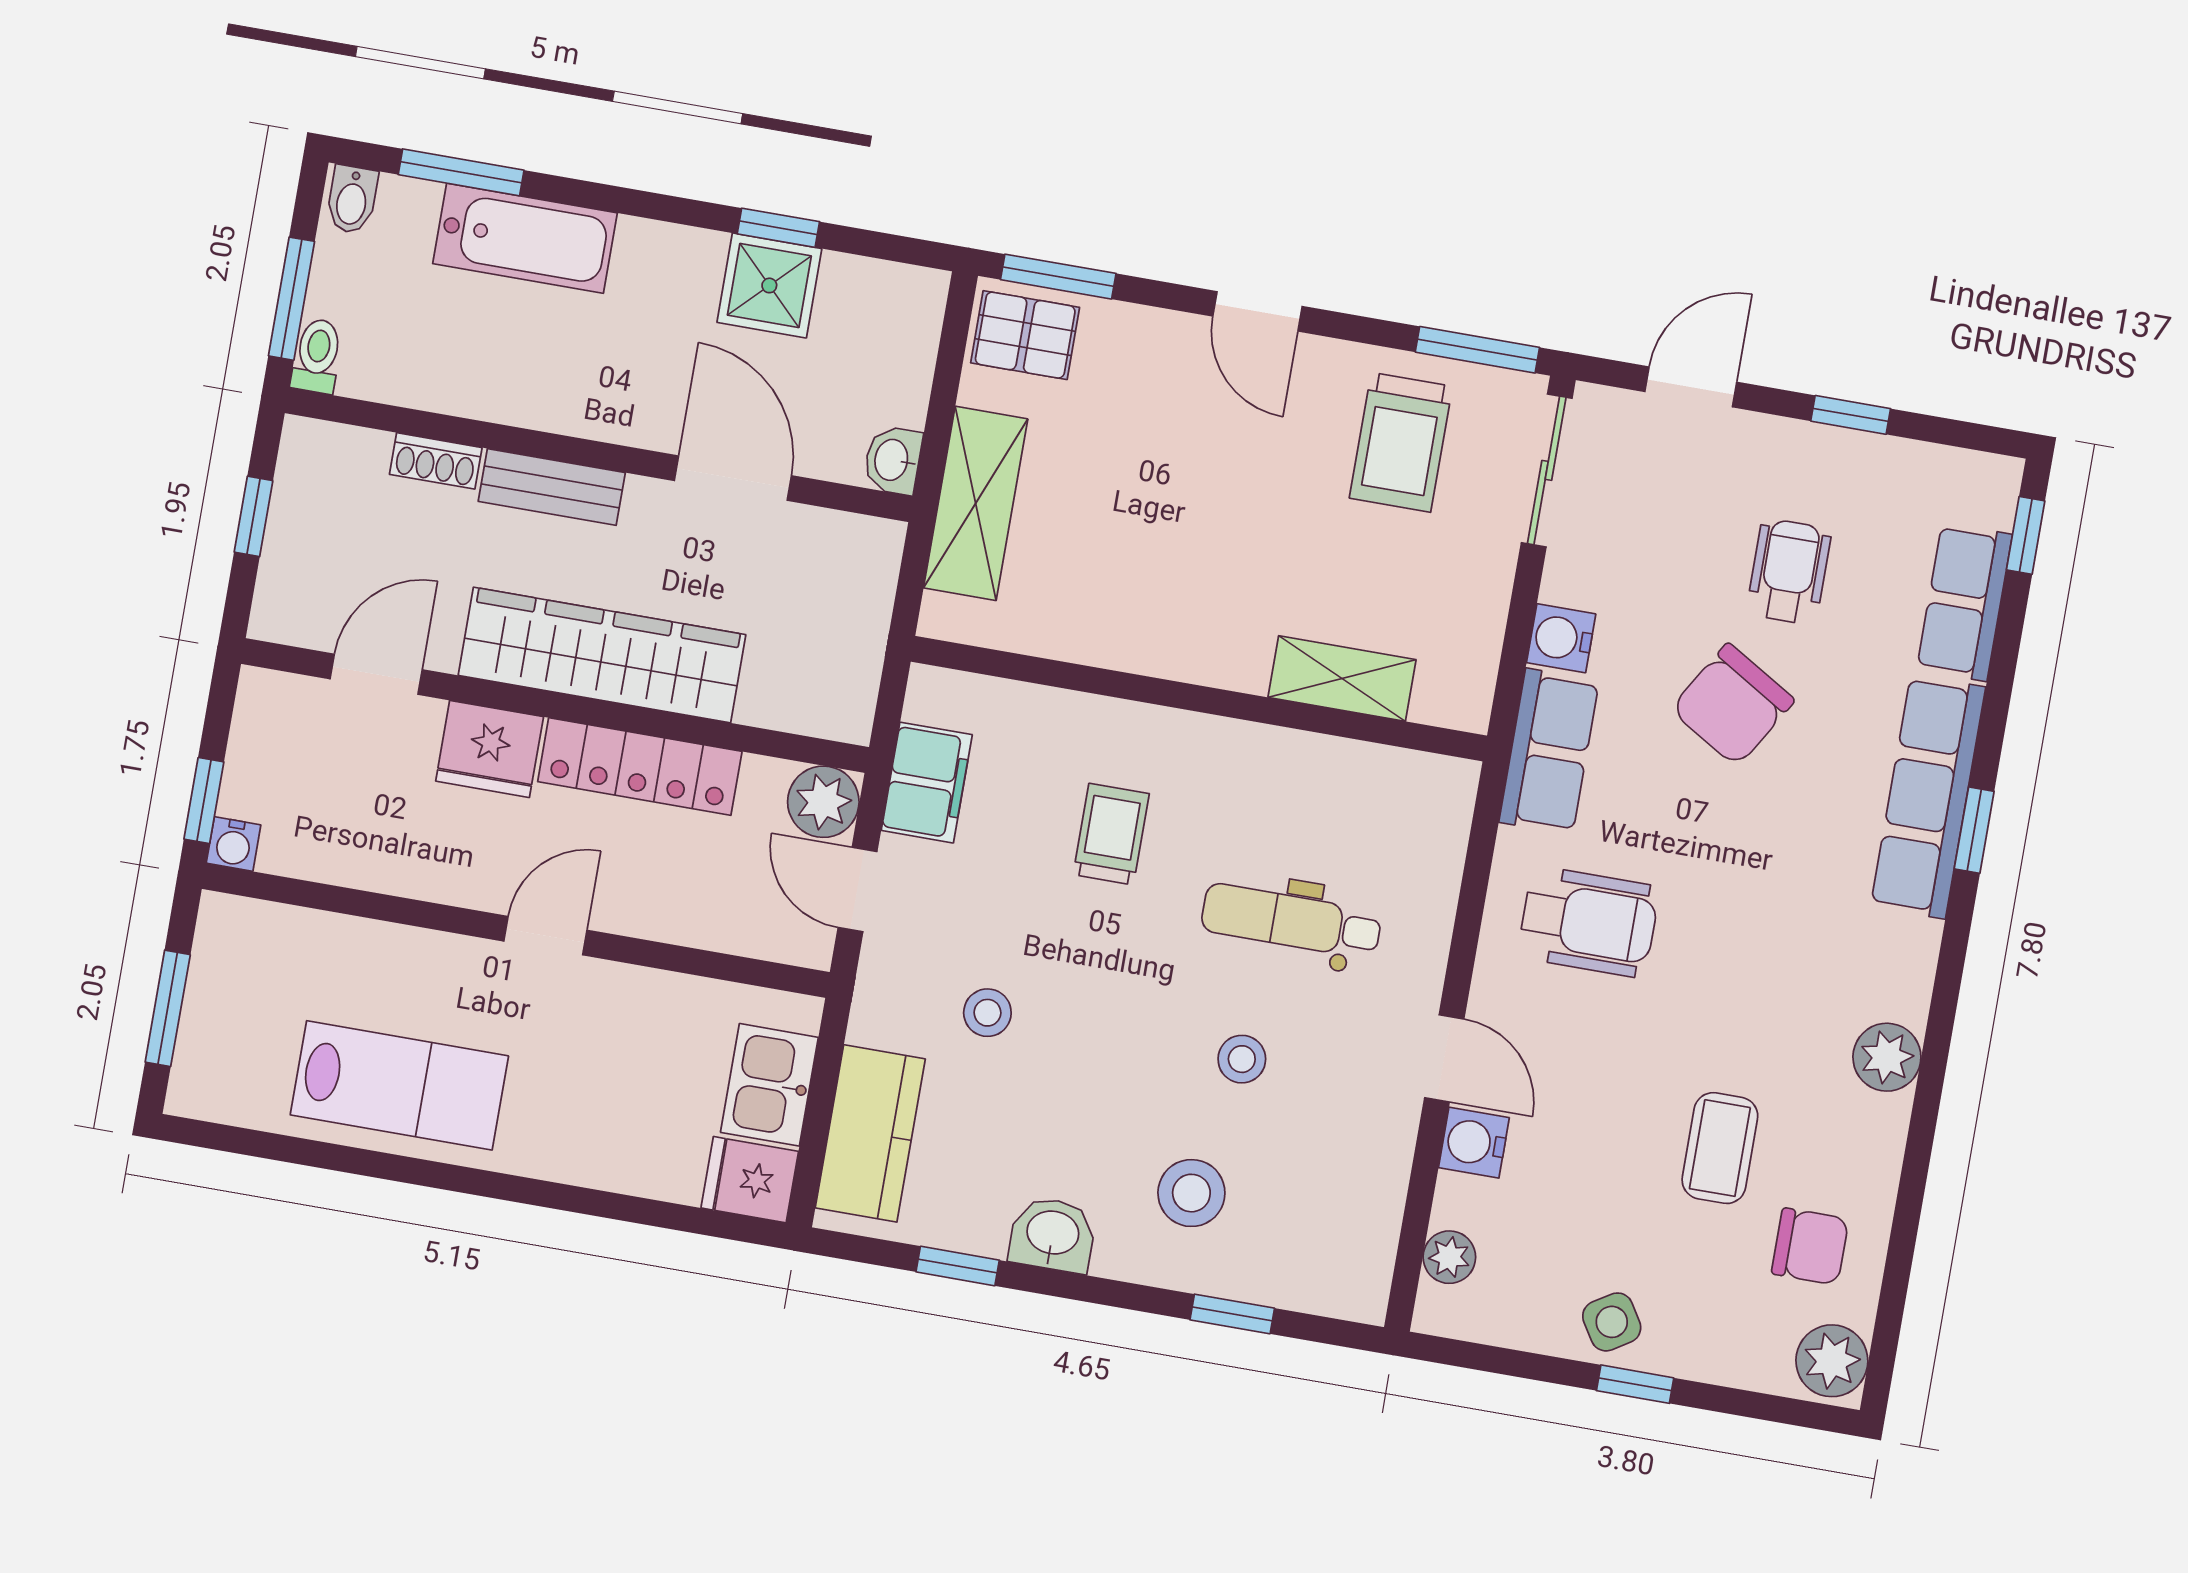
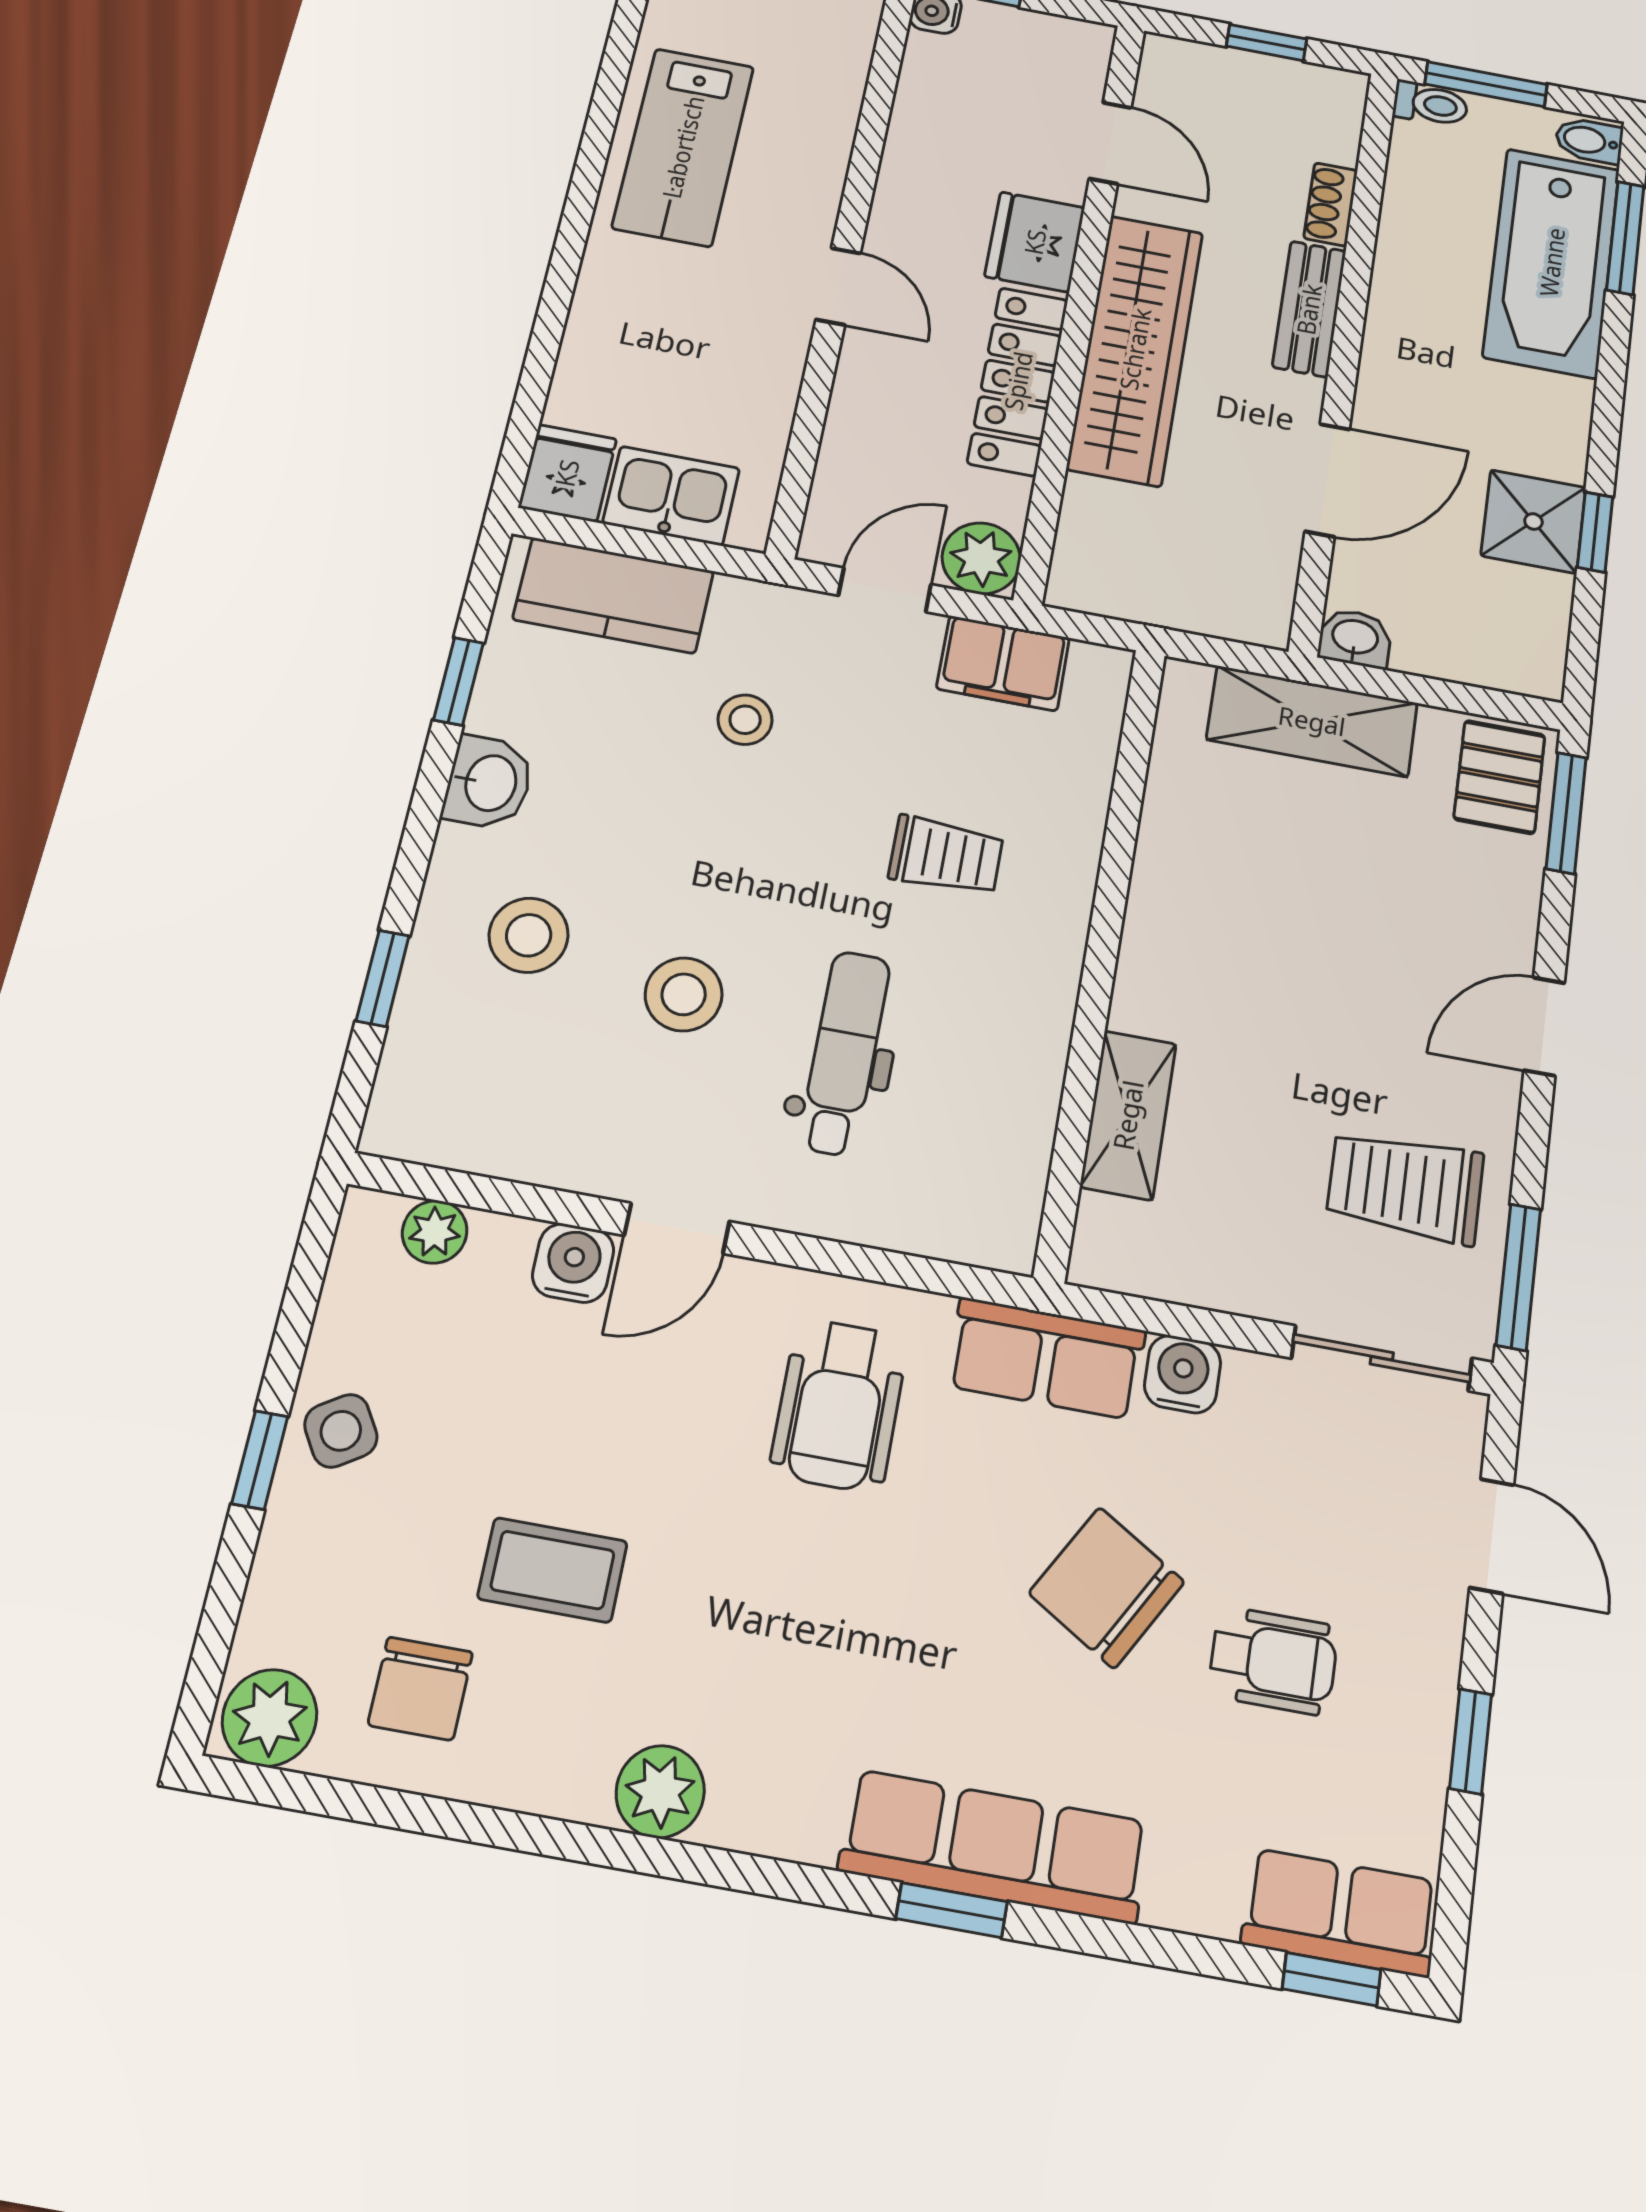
bathtub: (525, 238) -> (1552, 262), width x1.36, depth x1.36
row of seats: (1964, 602) -> (1340, 1913), moved
stool: (1242, 1059) -> (684, 994), width x1.37, depth x1.37

